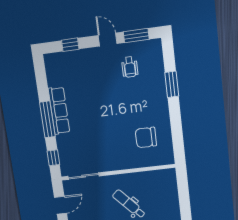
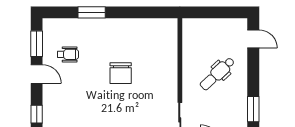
door: (108, 40) -> (37, 74), swing flipped
chair: (146, 137) -> (121, 73), moved

